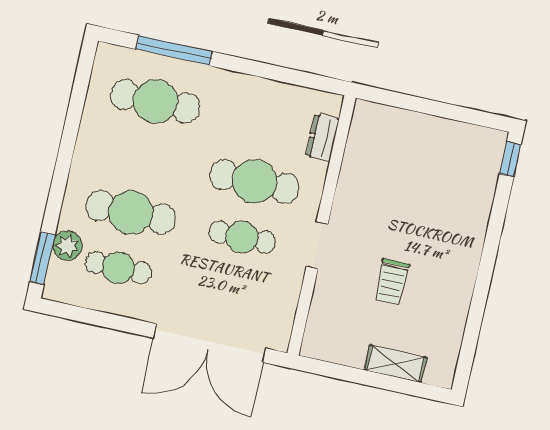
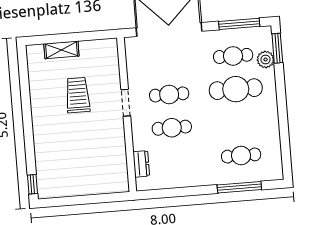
cafe table: (155, 101) -> (241, 156), width x0.73, depth x0.74
cafe table: (254, 181) -> (172, 128), width x0.73, depth x0.74
trolley: (392, 282) -> (78, 95), width x1.36, depth x1.39
window: (92, 317) -> (239, 24), added

